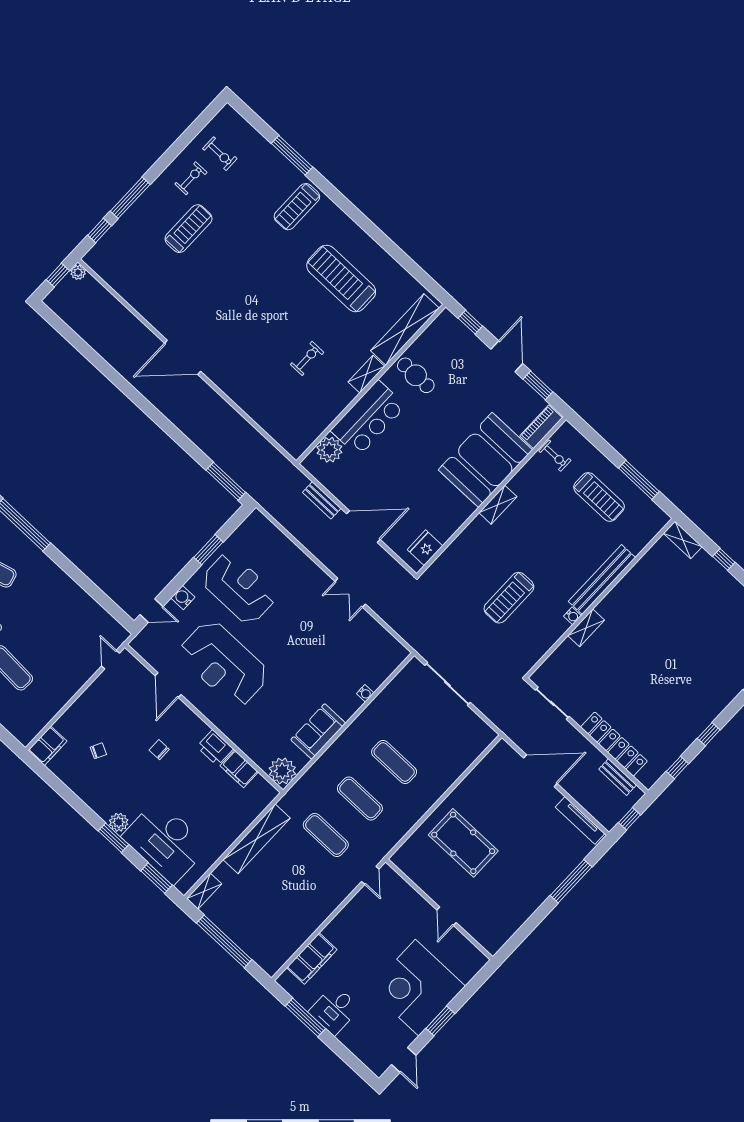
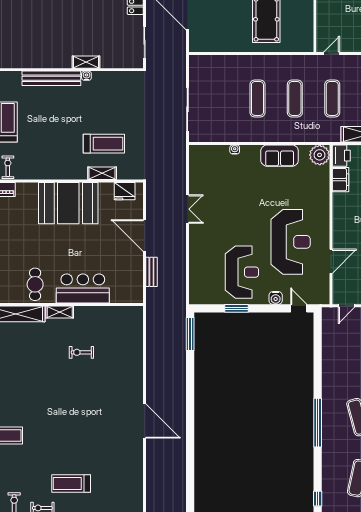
treadmill: (341, 279) -> (20, 375), removed
plant: (329, 450) -> (120, 293), removed
booth: (485, 460) -> (68, 203), moved
shelving: (498, 505) -> (102, 173), moved
reception desk: (239, 588) -> (242, 272), turned 180
treadmill: (509, 598) -> (104, 144), moved
printer: (215, 748) -> (341, 156), moved

